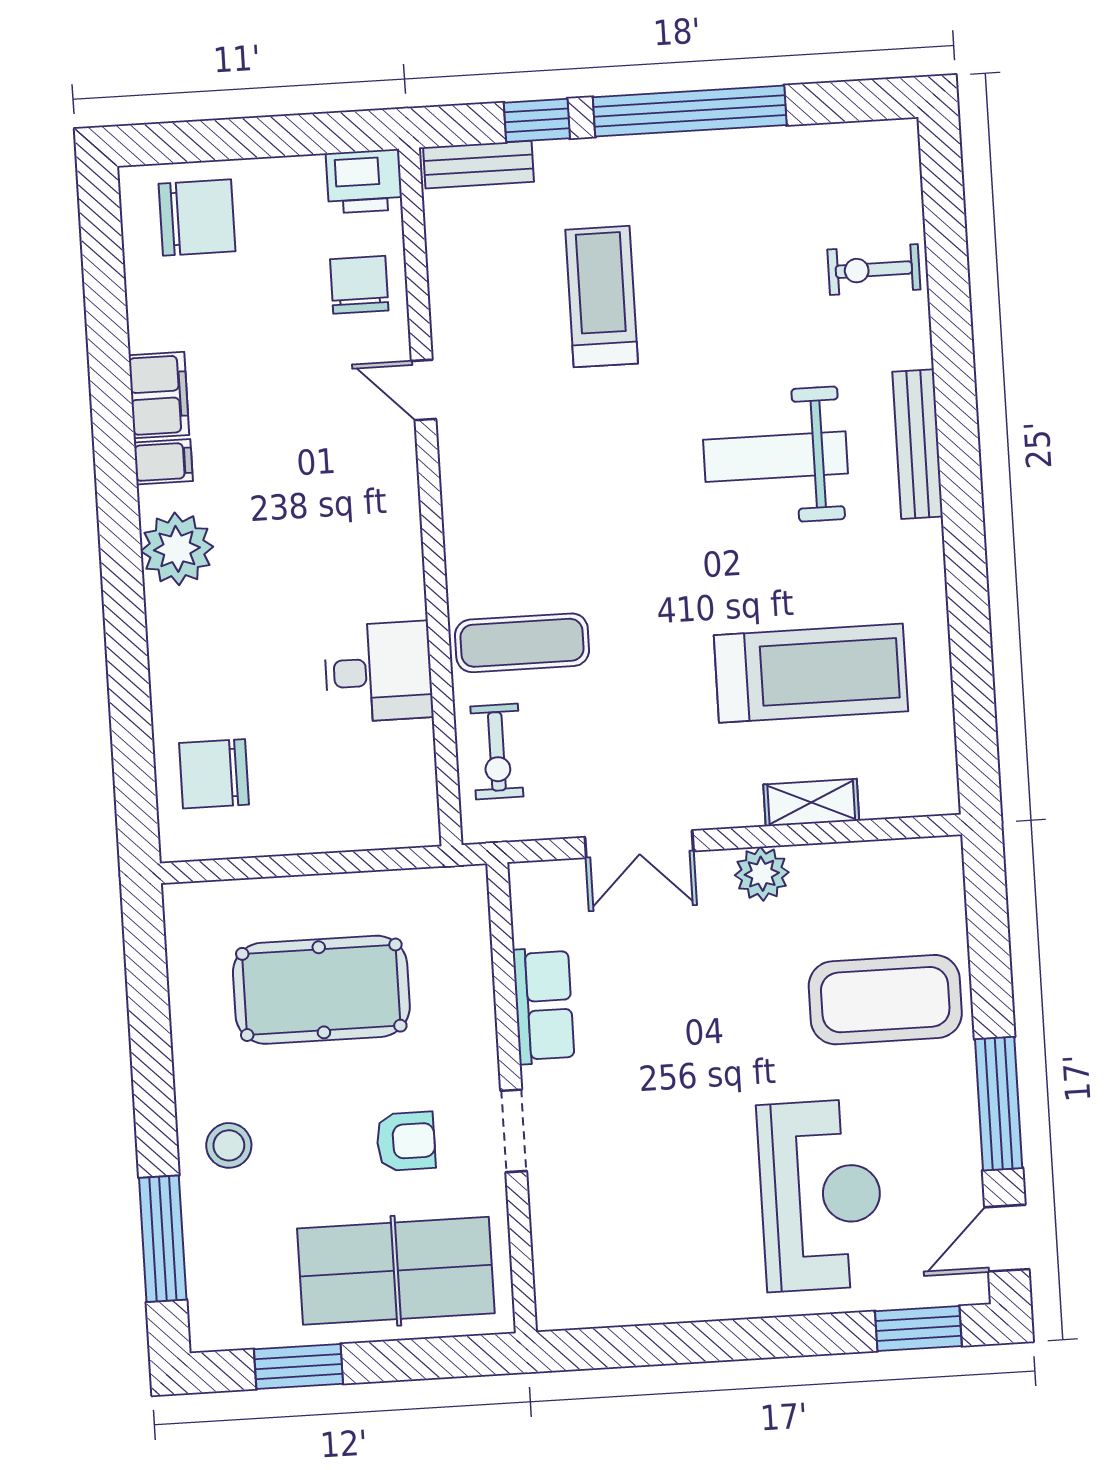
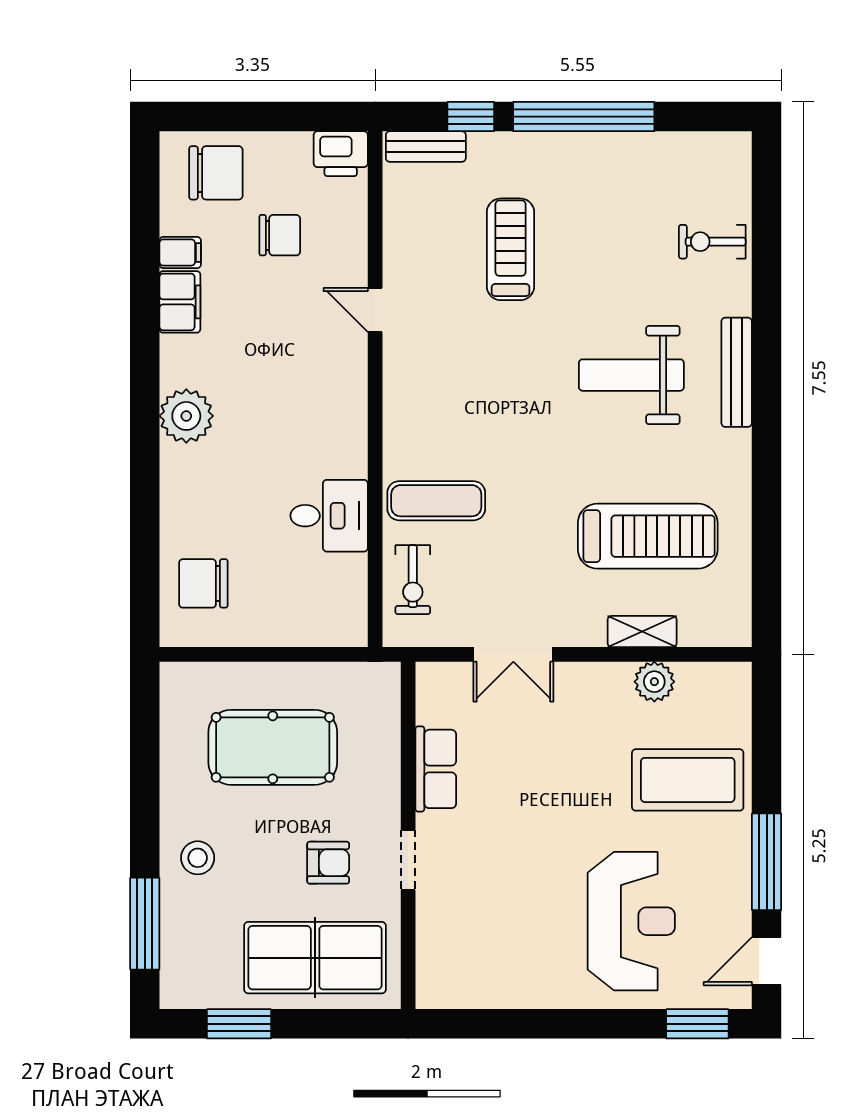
chair: (359, 285) -> (280, 235), moved, turned 90
filing cabinet: (163, 462) -> (180, 253), moved
plant: (762, 874) -> (654, 682), moved

